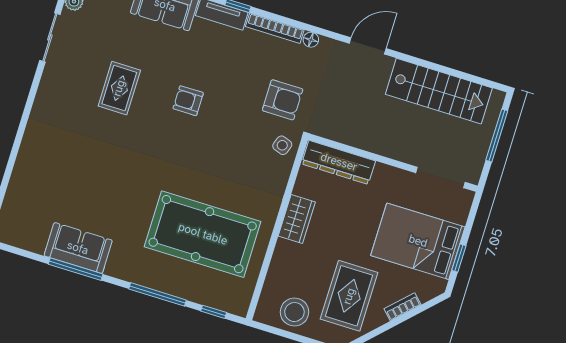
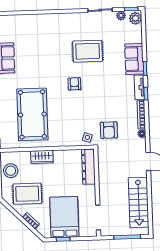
rug: (119, 88) -> (88, 51), width x1.36, depth x1.43
armchair: (188, 101) -> (74, 84), moved
wardrobe: (297, 219) -> (42, 157), moved

